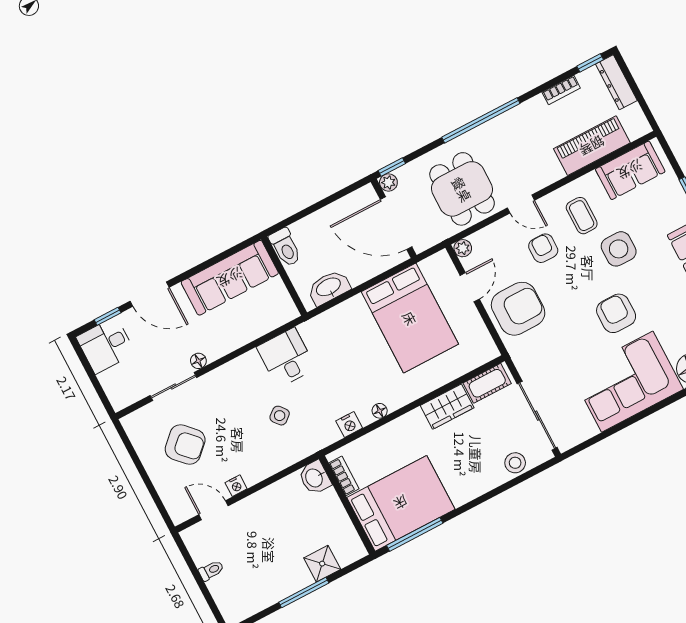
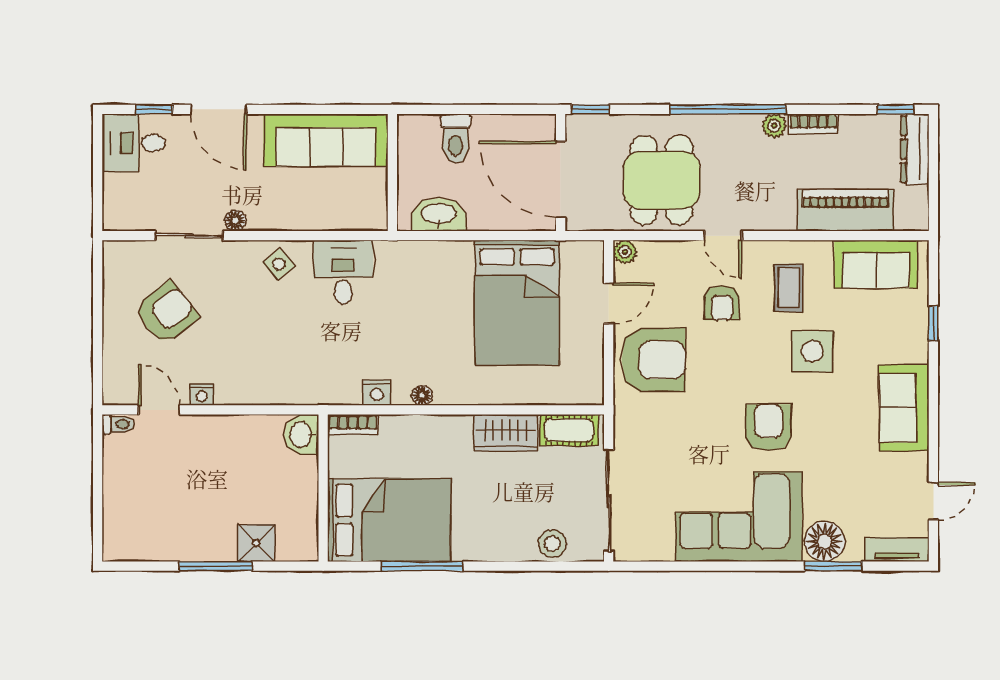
bookcase: (561, 90) -> (813, 124), moved
plant: (388, 182) -> (774, 126), moved
toilet: (285, 247) -> (456, 139), moved
armchair: (543, 248) -> (722, 303), turned 180
side table: (280, 416) -> (279, 264), moved
armchair: (185, 445) -> (166, 313), turned -84
bookcase: (344, 476) -> (353, 425), moved, turned 90
window: (415, 534) -> (422, 566), moved
toilet: (211, 570) -> (118, 424), moved

